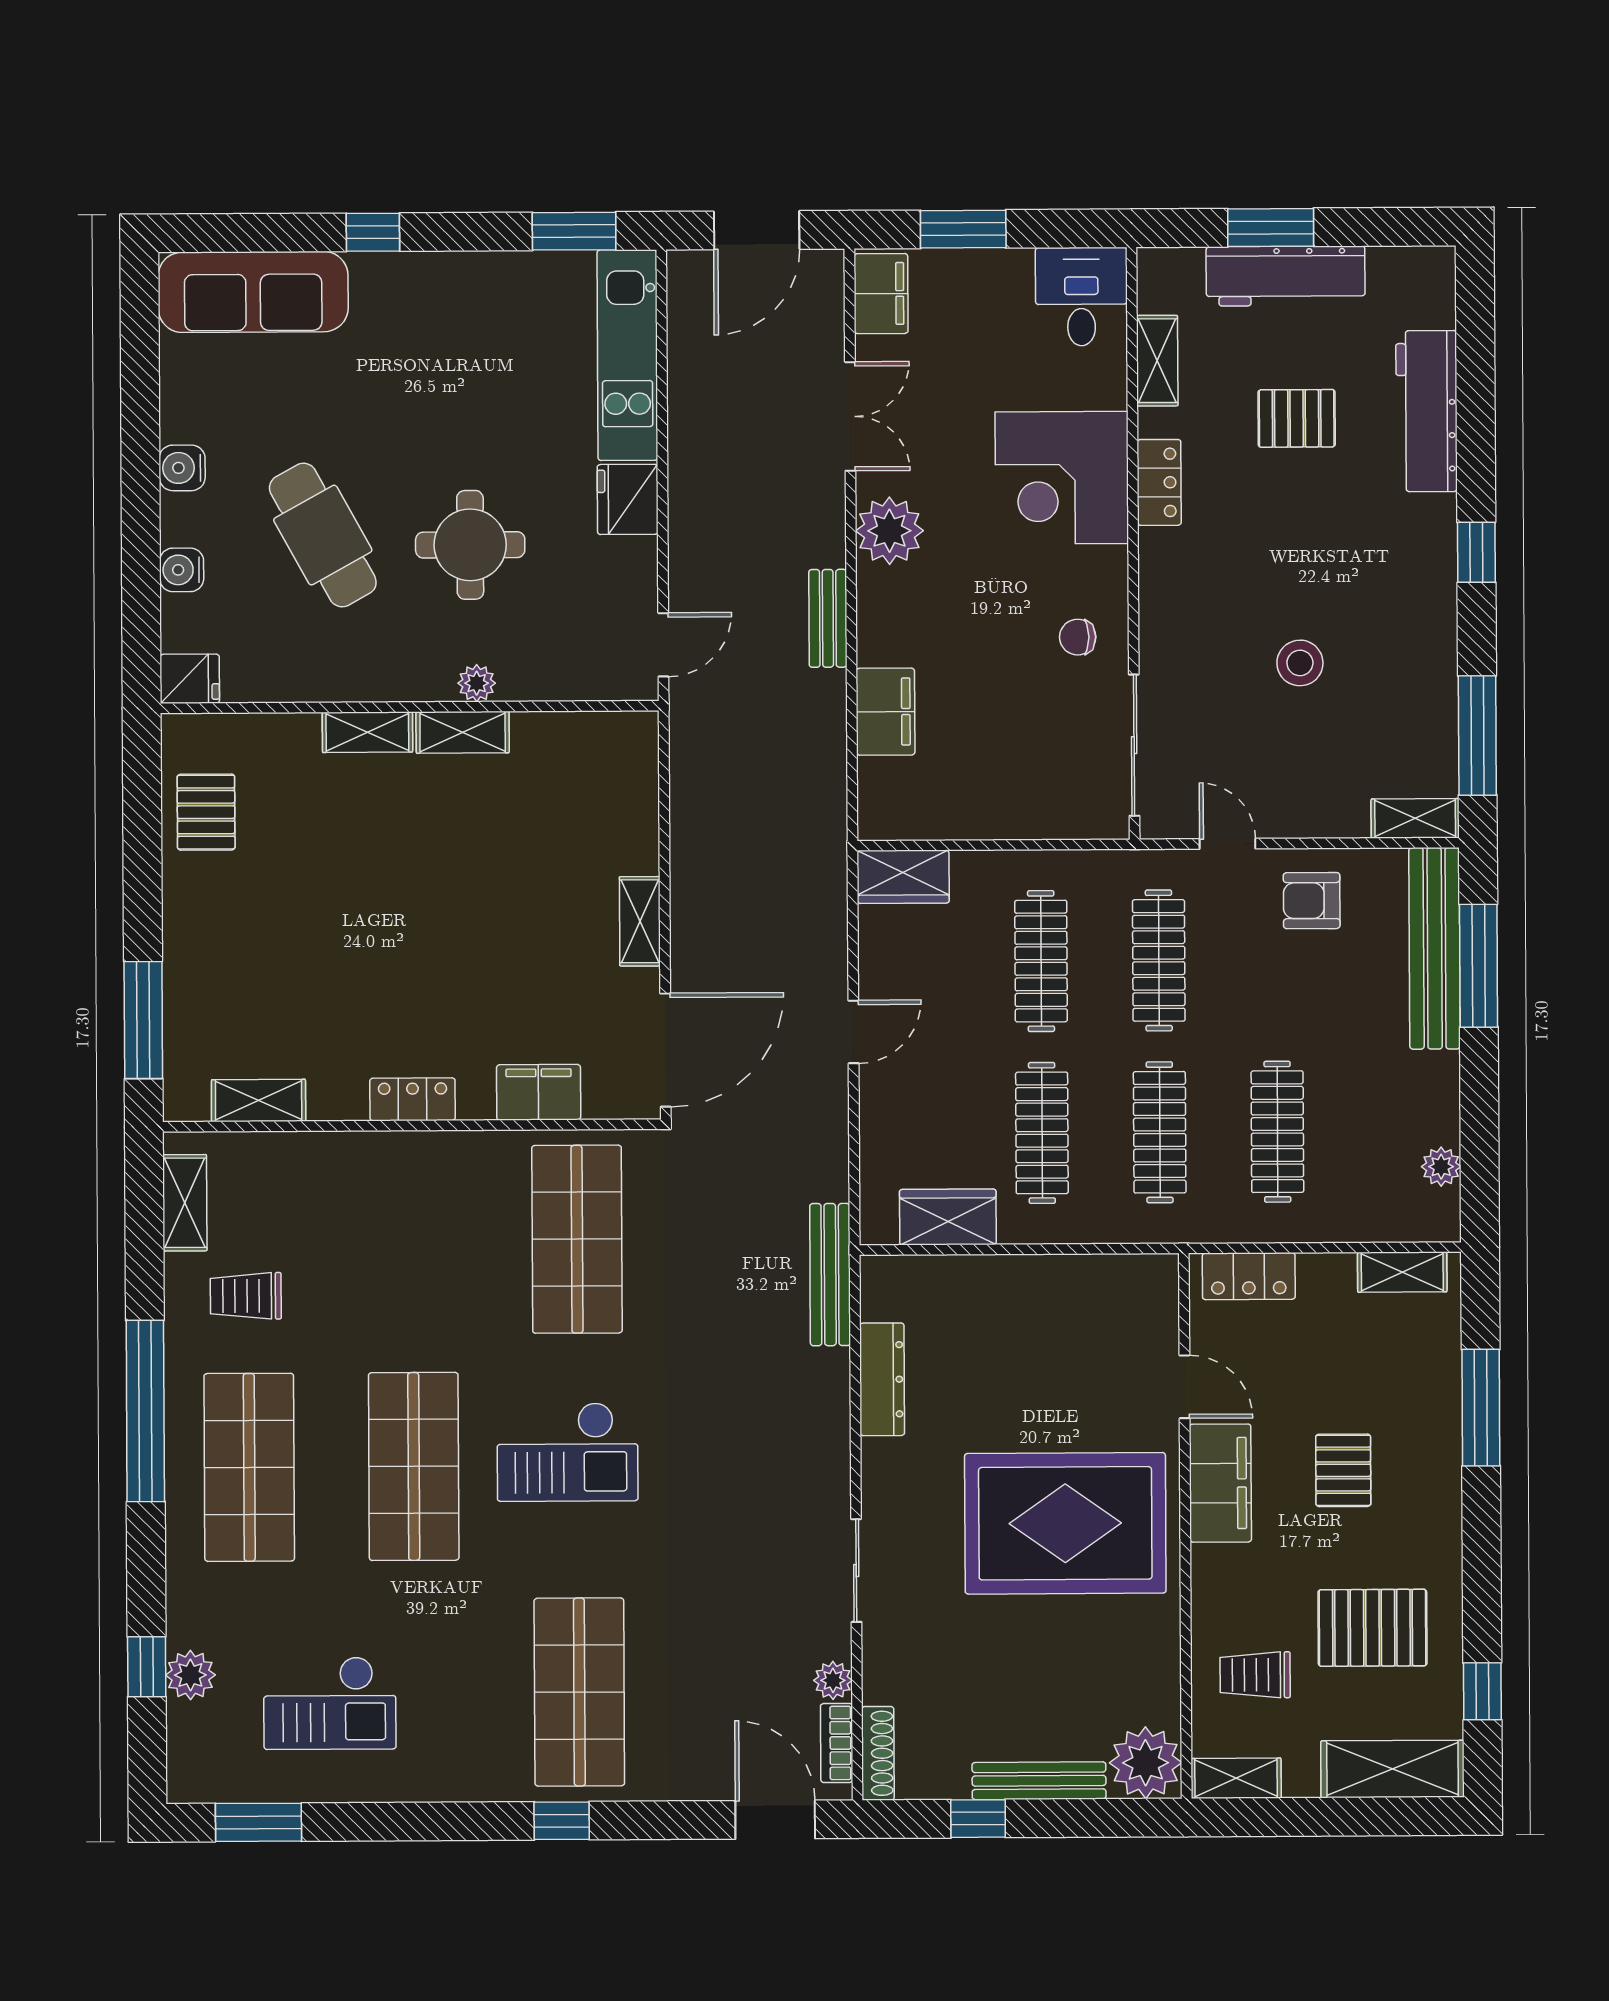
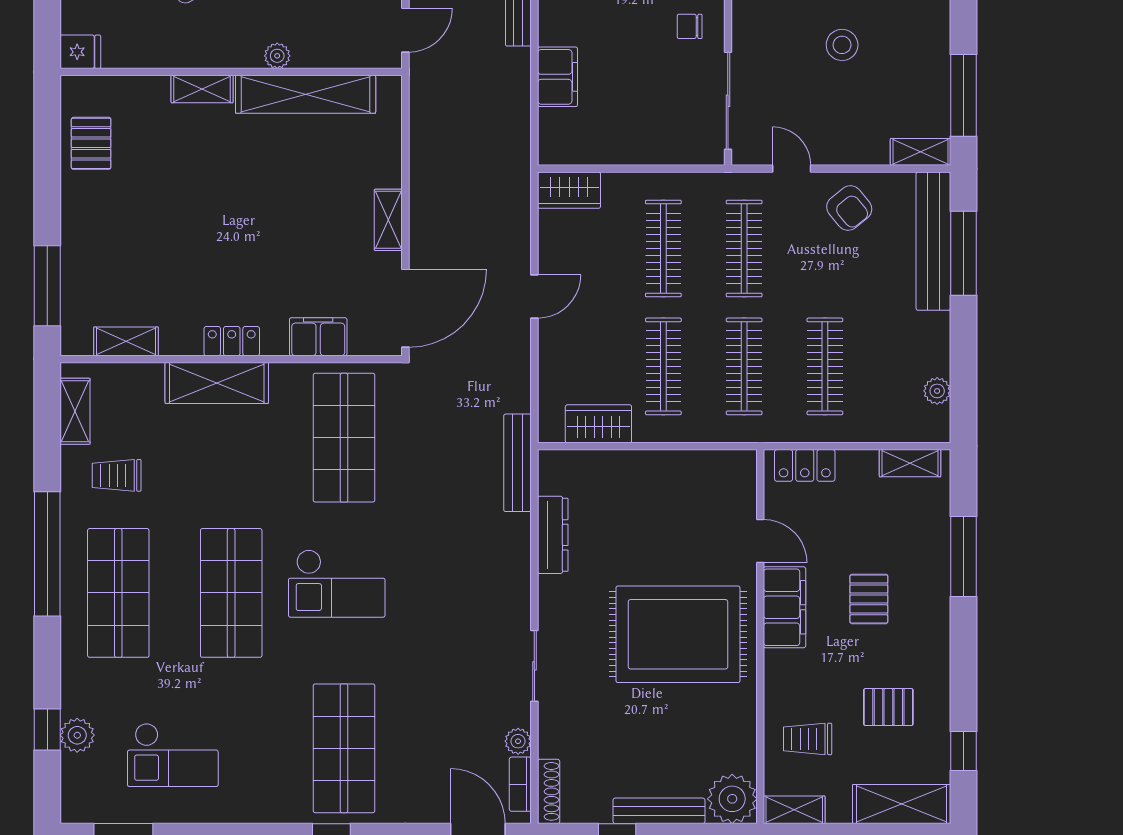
shelving: (463, 732) -> (306, 94), width x2.20, depth x1.33
armchair: (1312, 901) -> (849, 208), turned -129
shelving: (391, 1160) -> (217, 383), added
pallet: (1372, 1628) -> (888, 707), width x0.67, depth x0.71

